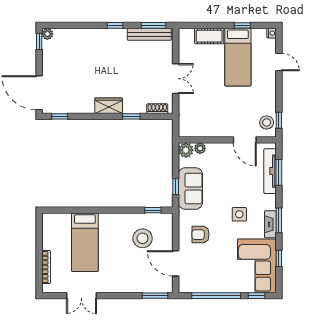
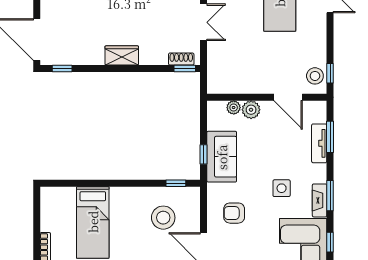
window: (131, 116) -> (185, 69), moved
plant: (186, 150) -> (251, 110), moved
tv unit: (270, 171) -> (319, 143), width x0.71

